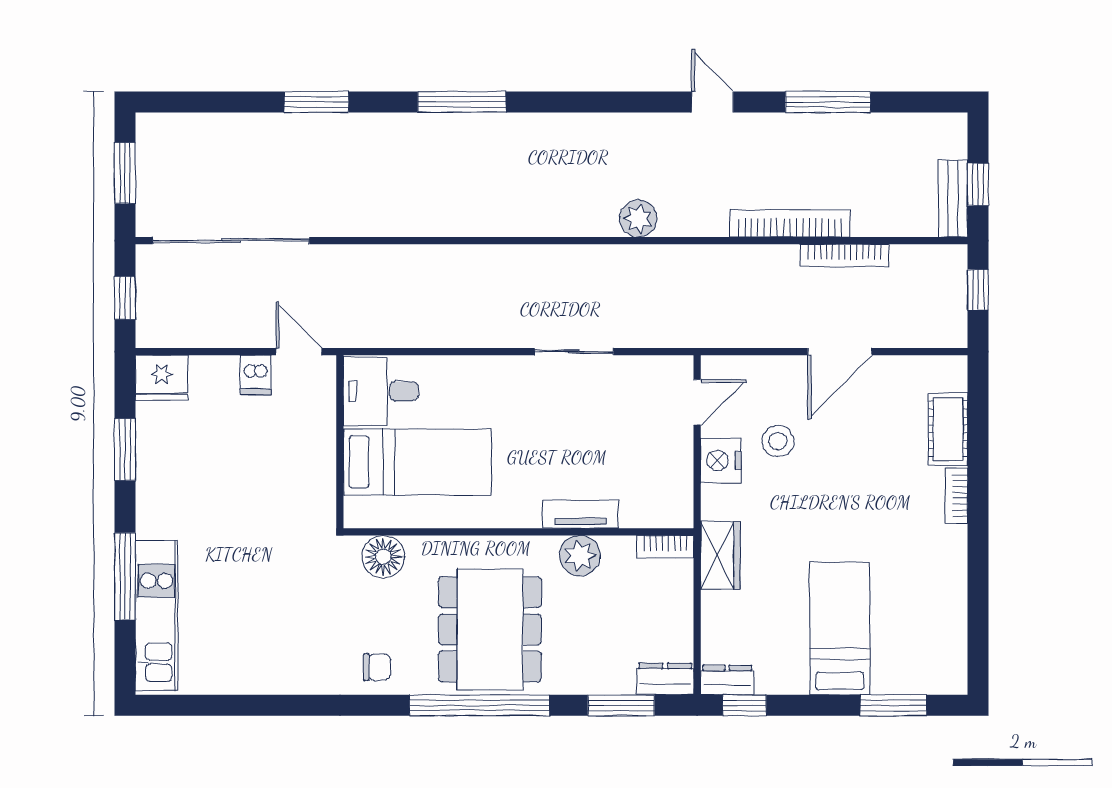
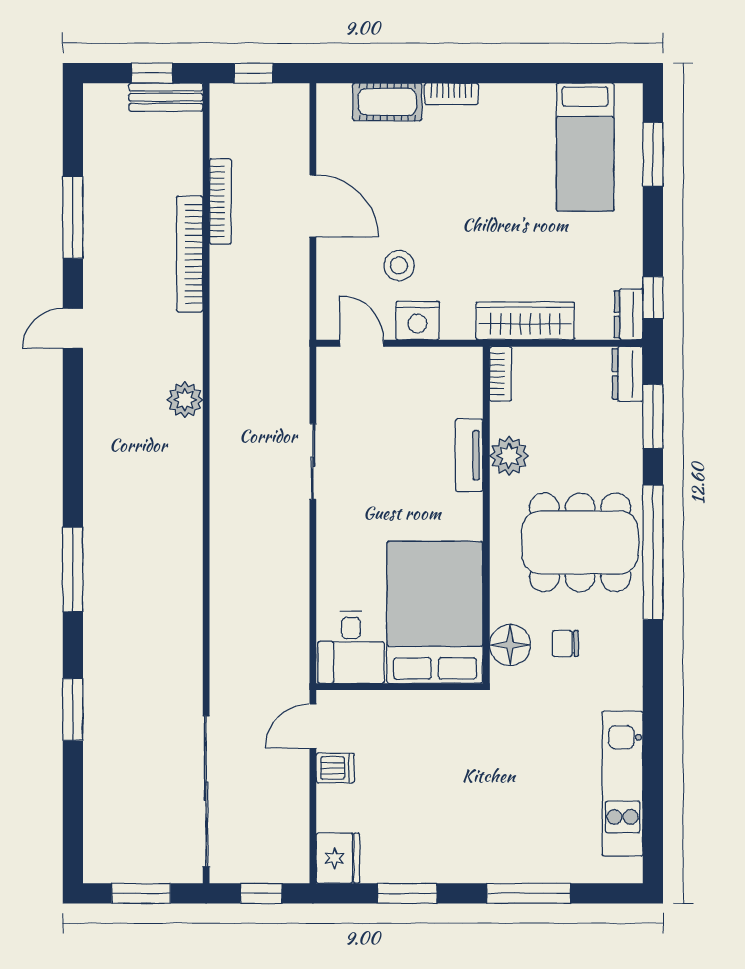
bed: (417, 462) -> (435, 612), width x1.50
wardrobe: (720, 555) -> (525, 321), width x1.50
kitchen unit: (157, 615) -> (623, 784), moved, turned -90
bed: (840, 628) -> (585, 147), moved, turned -90
chair: (377, 667) -> (565, 644), moved, turned -90

